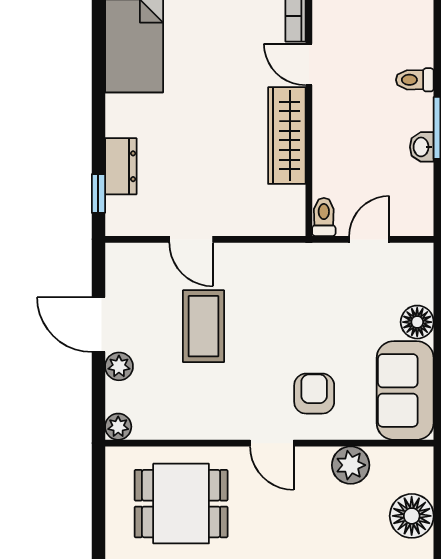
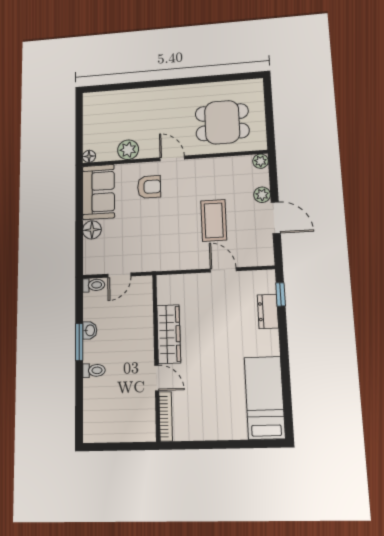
toilet: (324, 217) -> (94, 285), moved, turned -90
armchair: (314, 394) -> (149, 187), turned -90
floor lamp: (412, 516) -> (89, 156), moved, width x0.53, depth x0.53

